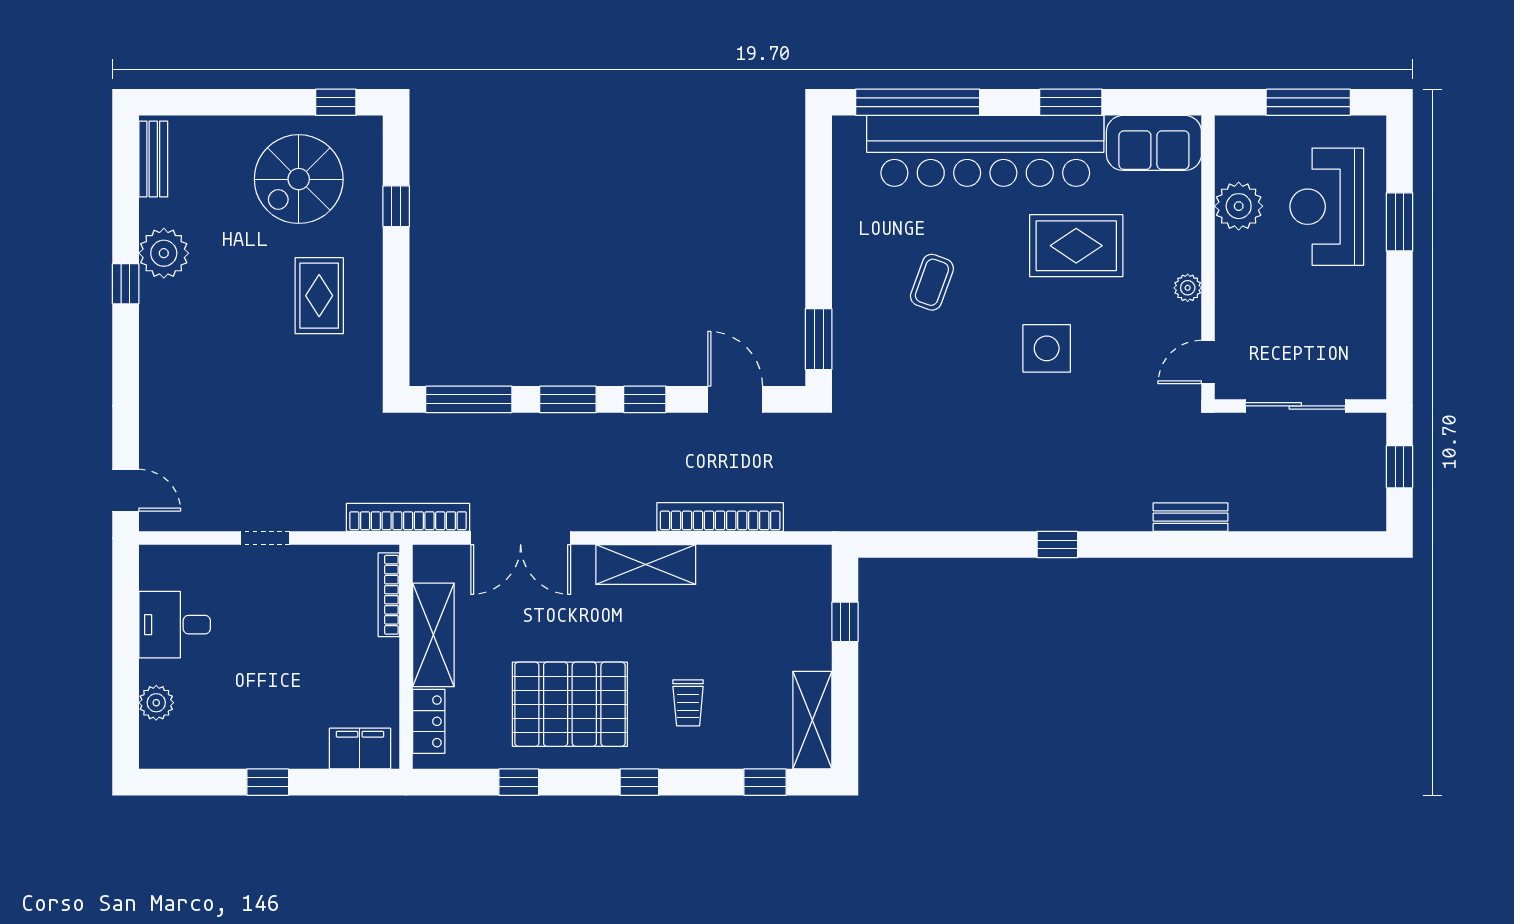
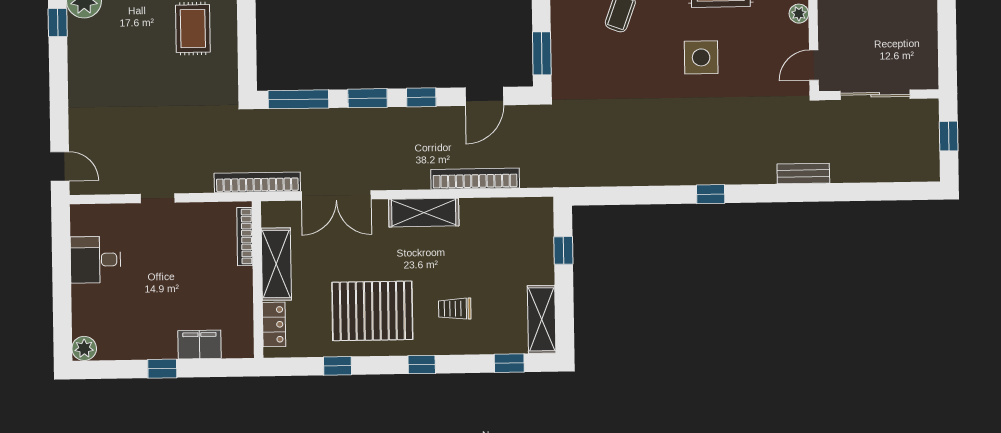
door: (735, 399) -> (484, 96), swing flipped
plant: (156, 703) -> (84, 348), moved
trolley: (688, 703) -> (455, 309), turned 90
filing cabinet: (360, 749) -> (200, 345), moved

